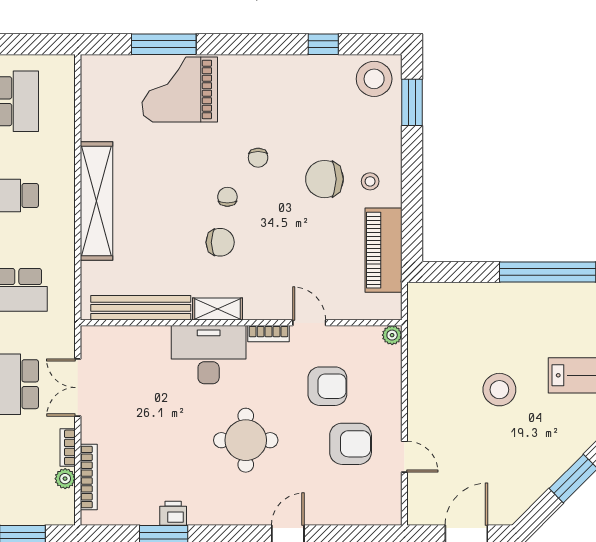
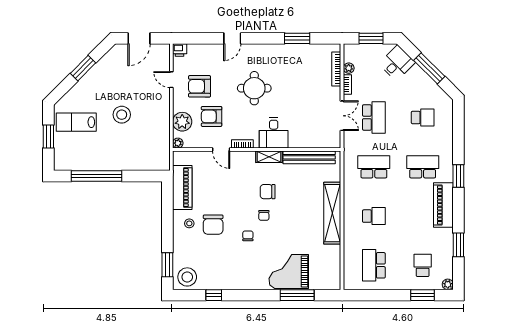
grand piano: (180, 89) -> (289, 271), turned 180
chair: (325, 179) -> (213, 225), turned 90
desk: (209, 355) -> (274, 133), width x0.73
plant: (384, 376) -> (182, 122), added
printer: (173, 513) -> (180, 50), moved

